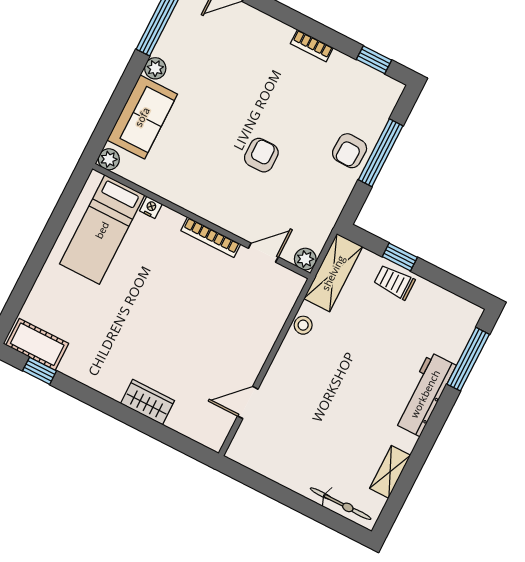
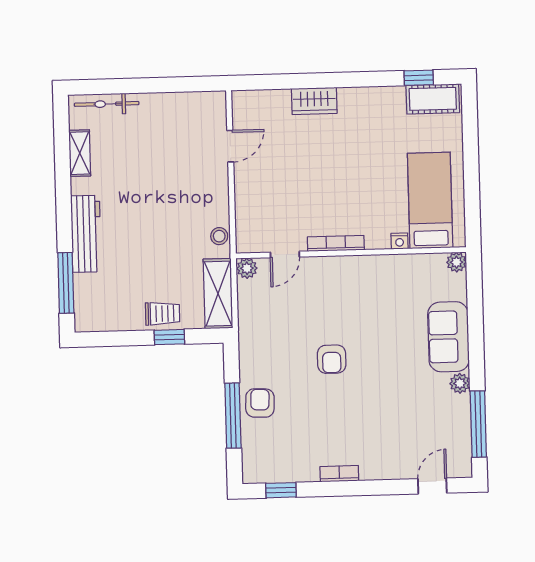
plant: (109, 159) -> (457, 262), moved
nightstand: (151, 207) -> (400, 241), moved
wall: (201, 221) -> (351, 253), moved
bed: (102, 230) -> (430, 200), moved
bookcase: (211, 237) -> (336, 243), moved
door: (263, 253) -> (285, 255), moved
plant: (305, 259) -> (247, 268), moved

